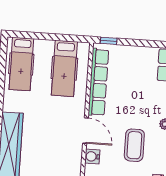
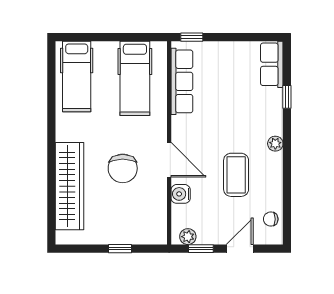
row of seats: (98, 82) -> (182, 81), width x0.73
chair: (51, 135) -> (123, 168), added

